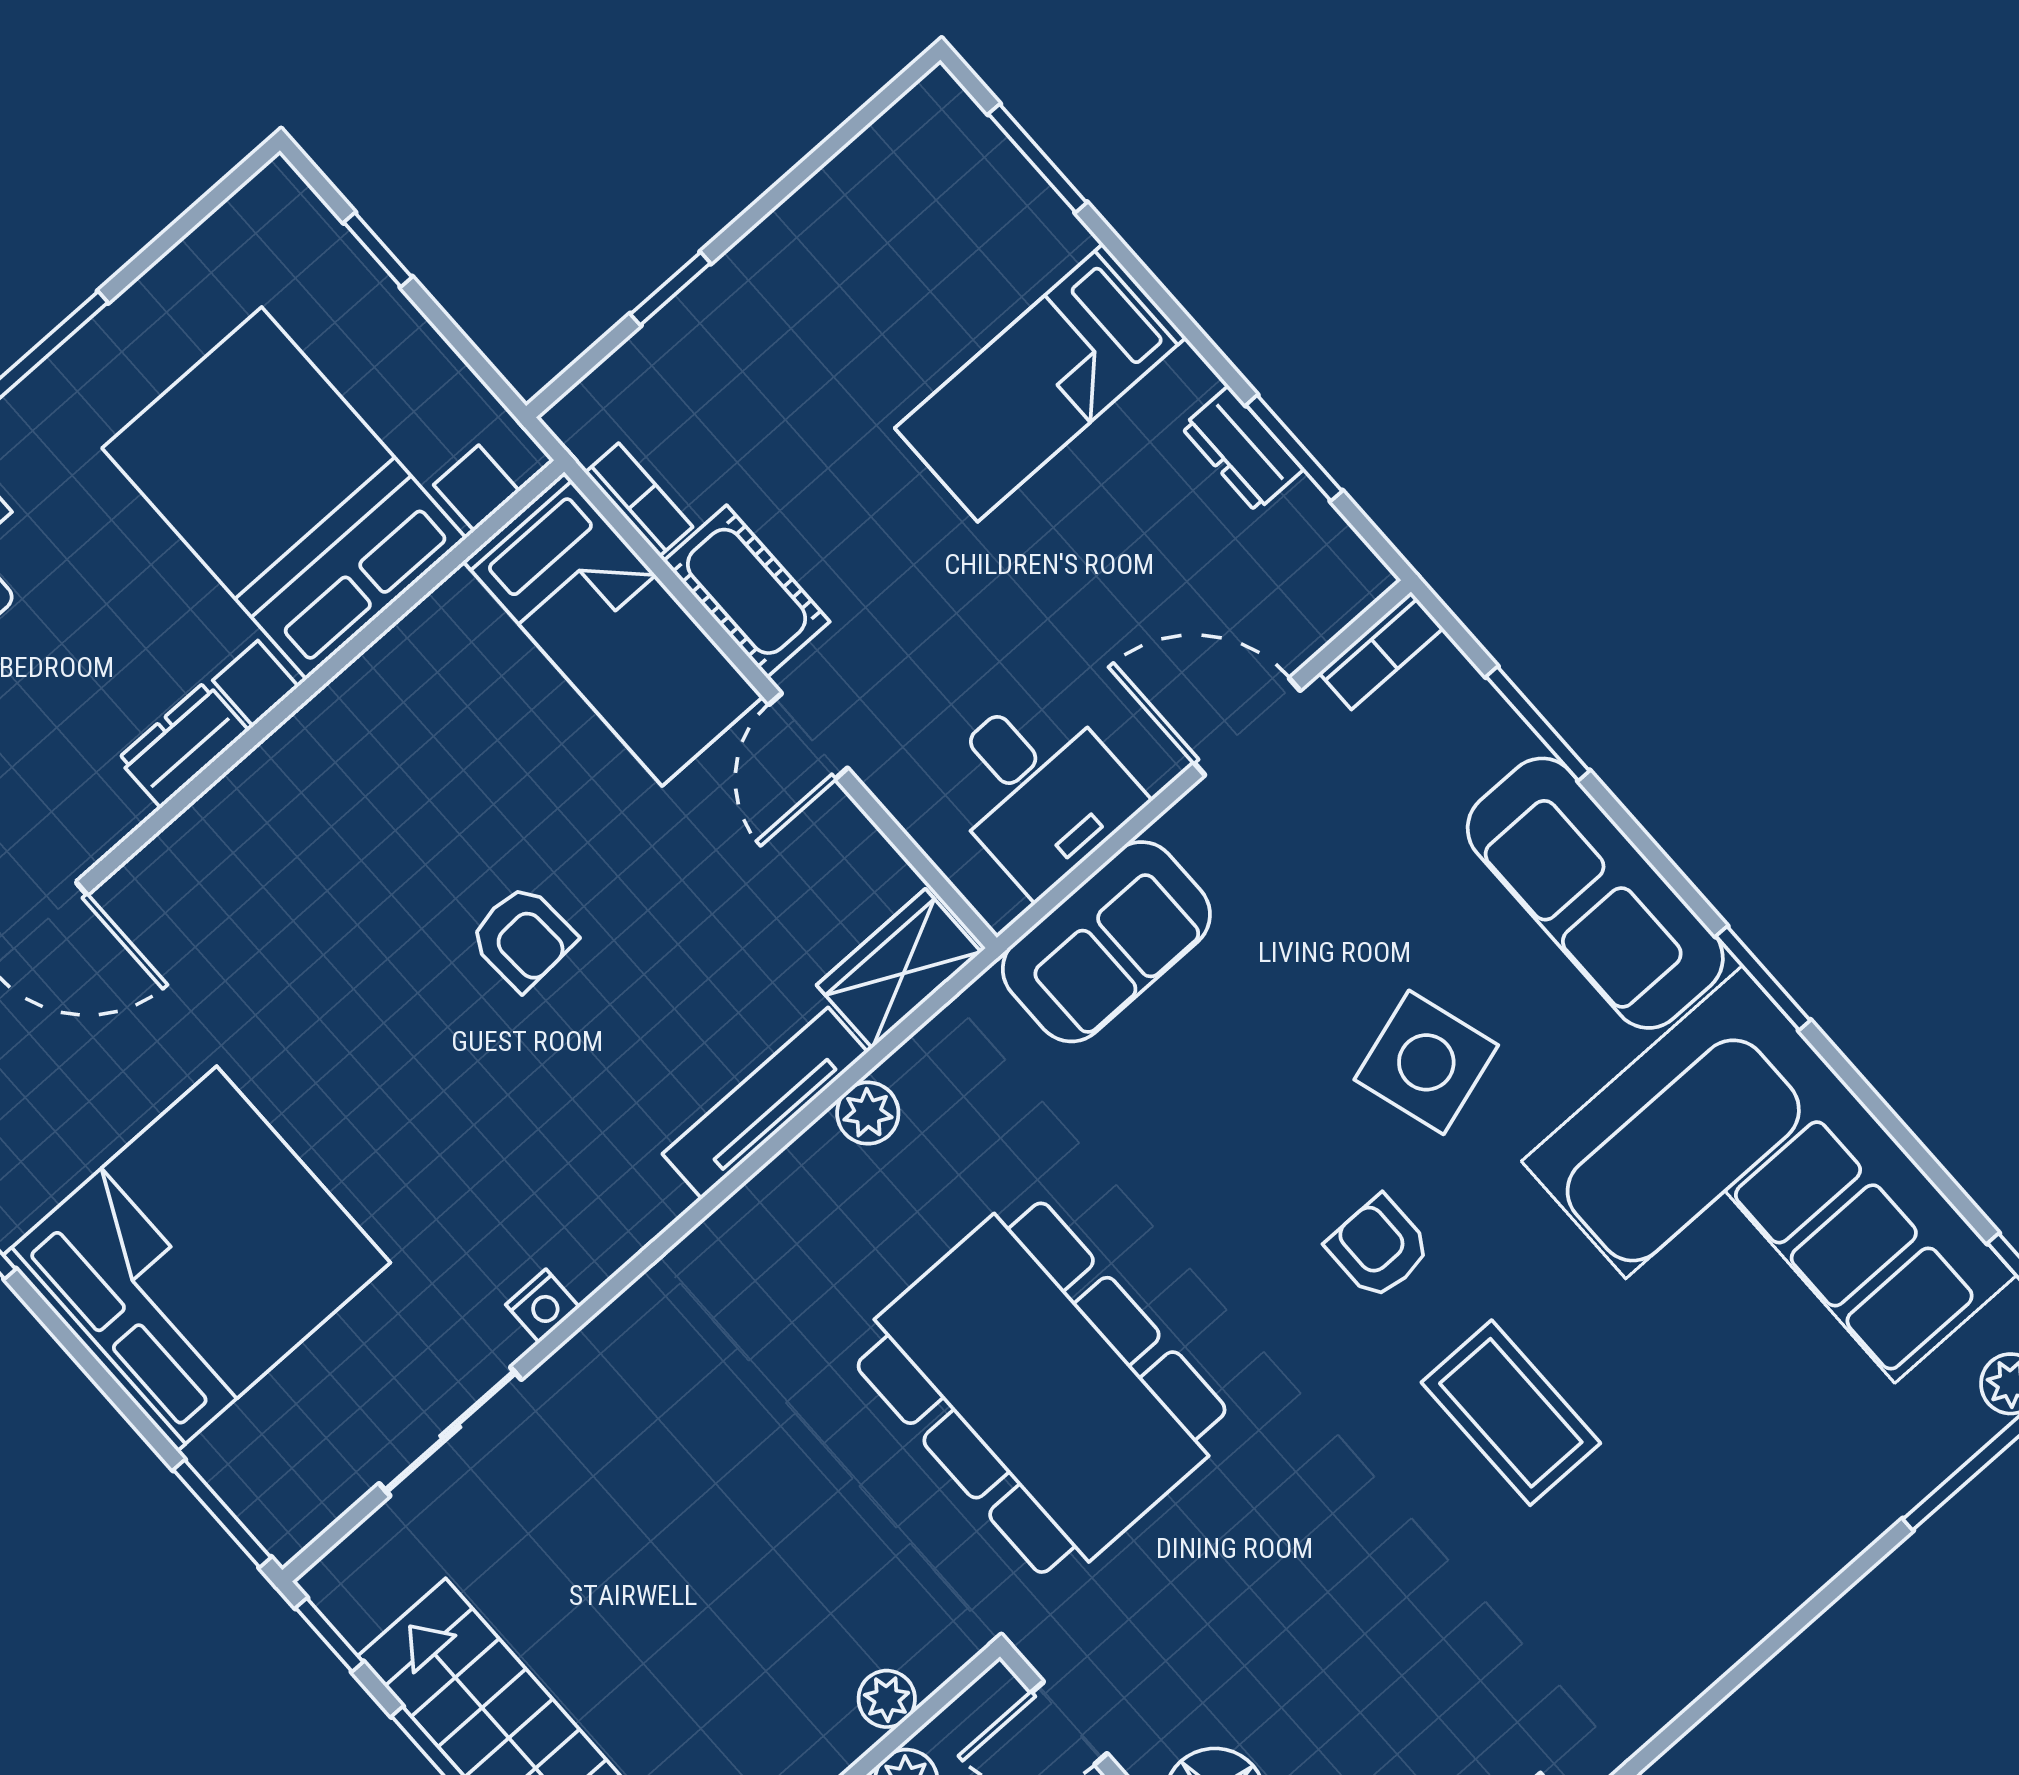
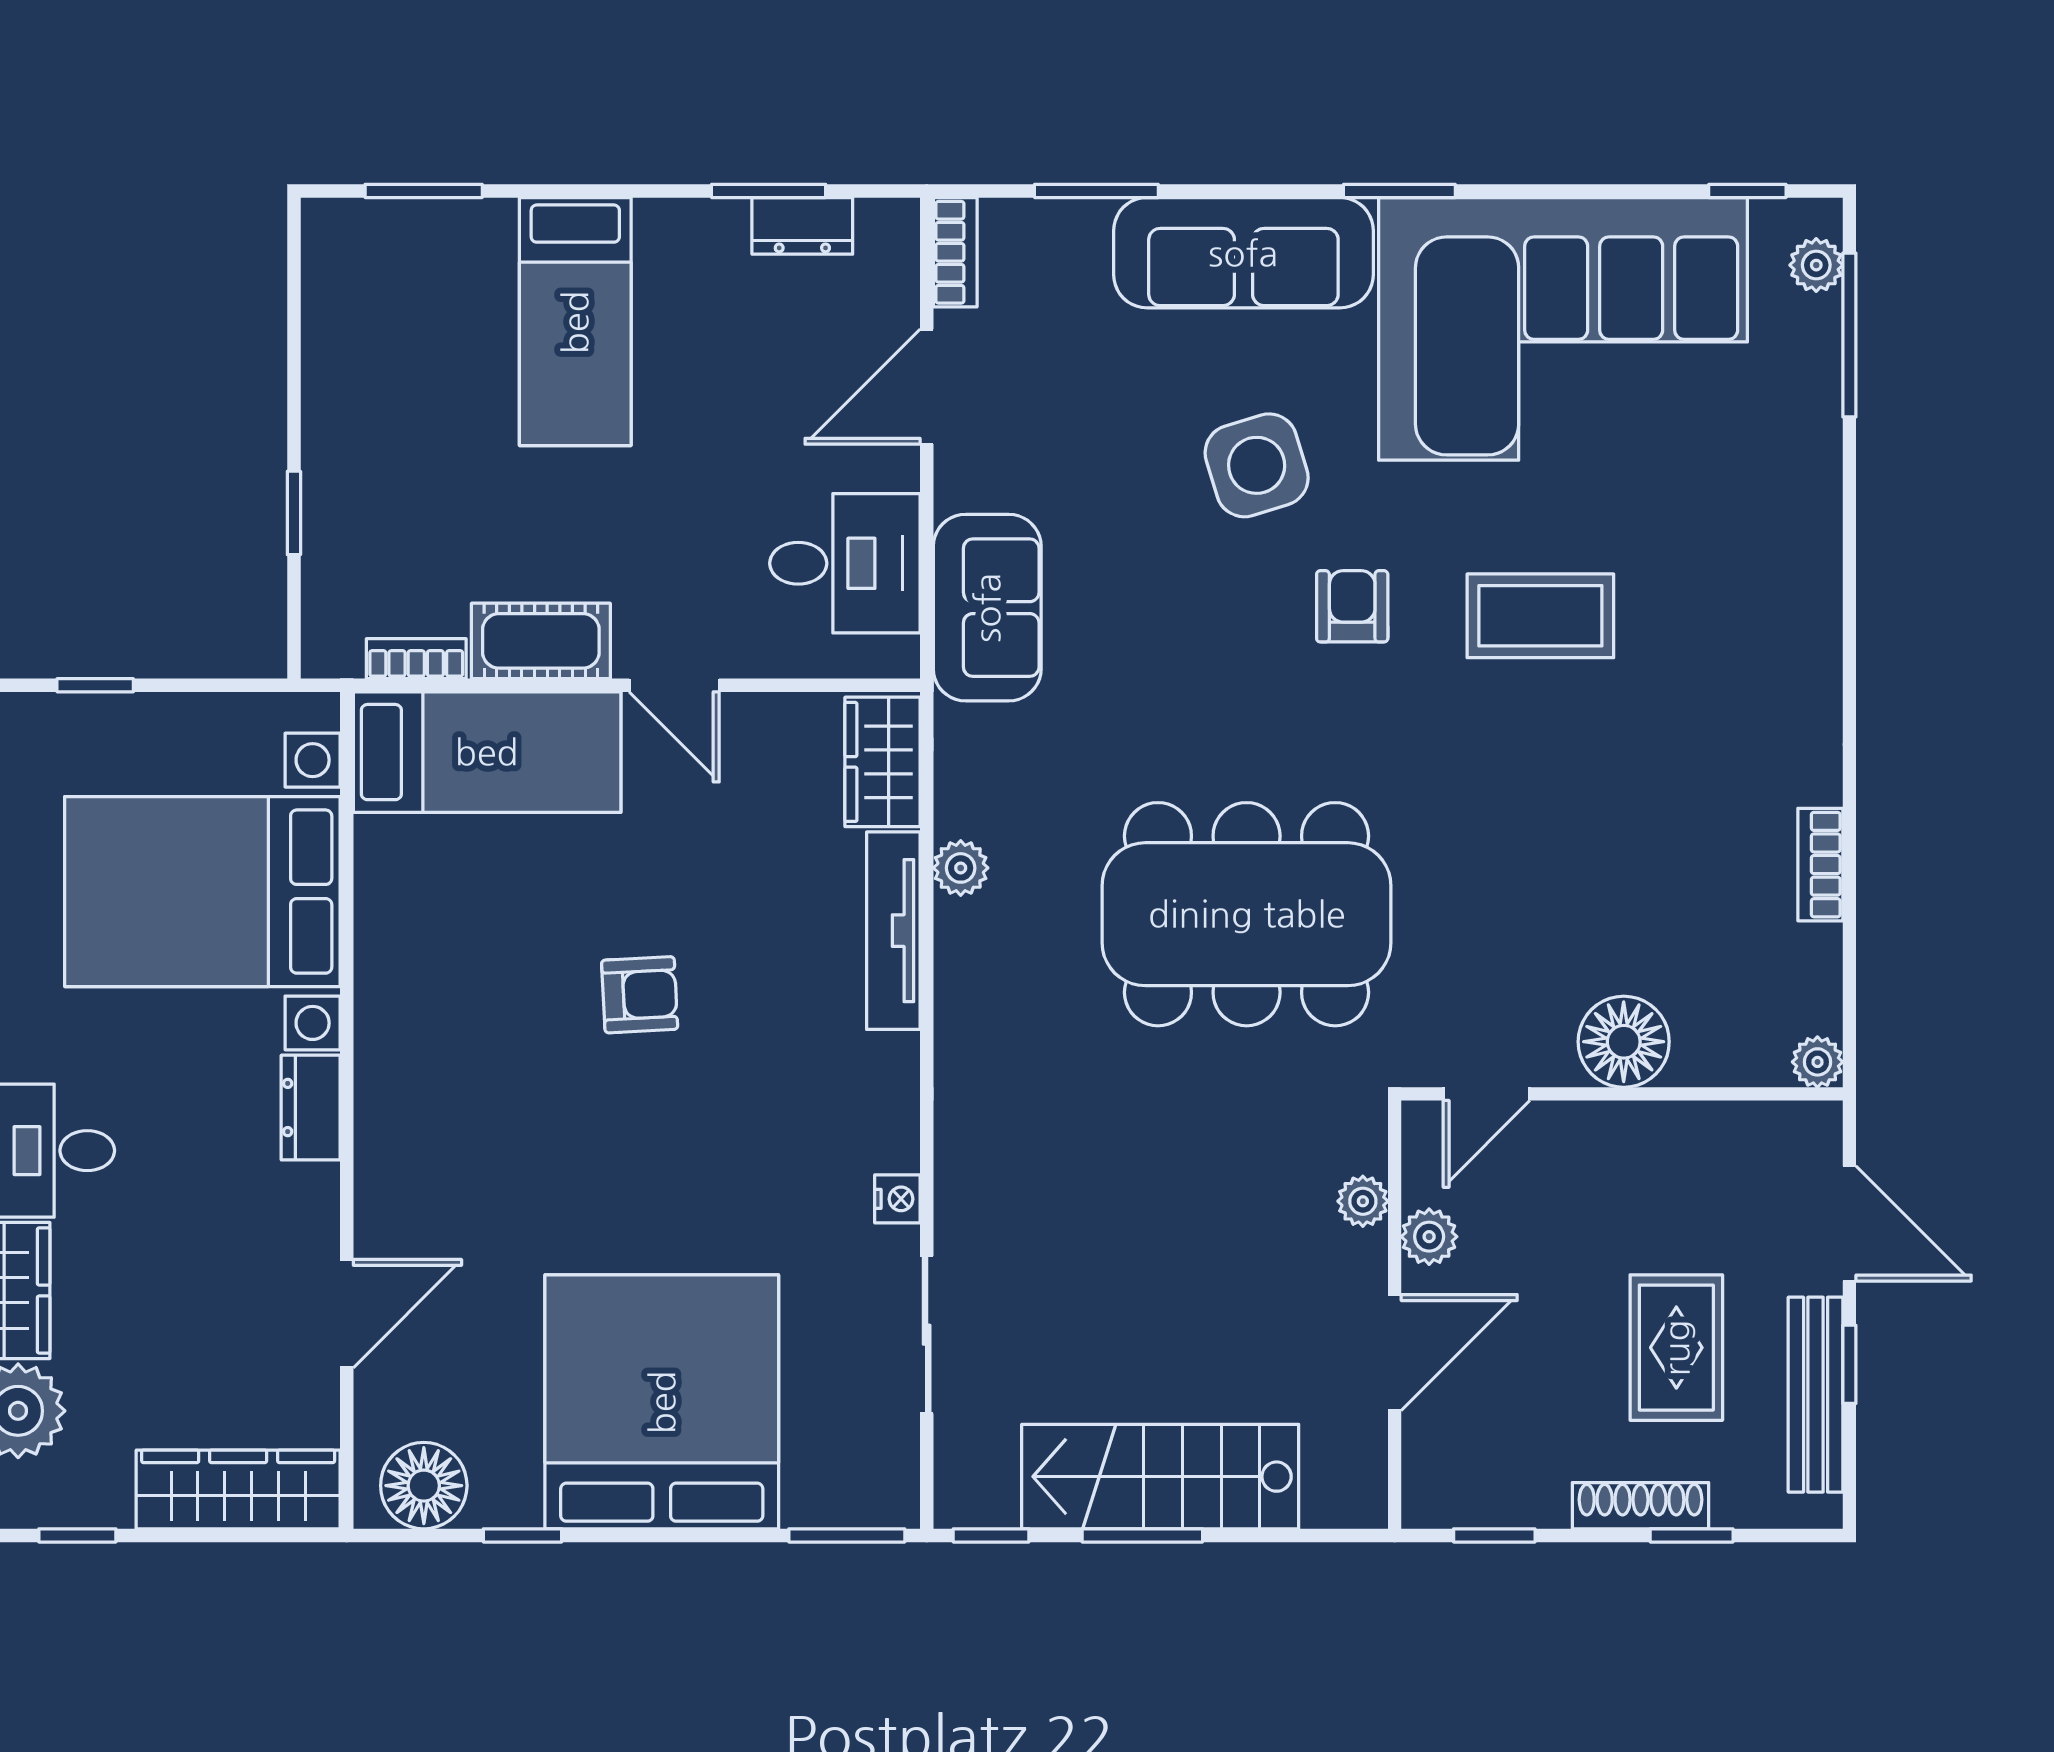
dresser: (1242, 449) -> (802, 226), moved
armchair: (1379, 1248) -> (1352, 606), turned 90

